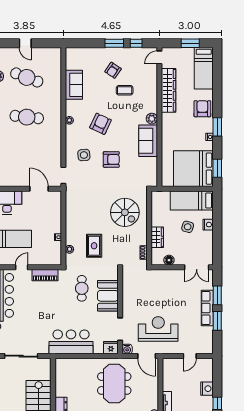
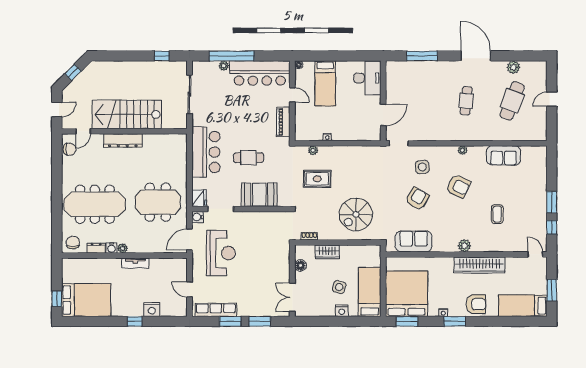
armchair: (113, 70) -> (520, 201), removed
wardrobe: (169, 90) -> (480, 265), moved
cafe table: (27, 117) -> (466, 101), width x0.73, depth x0.74
sofa: (148, 141) -> (414, 241), moved
armchair: (111, 159) -> (417, 199), turned -149
cafe table: (82, 288) -> (249, 158), moved
row of seats: (207, 308) -> (216, 310), moved

